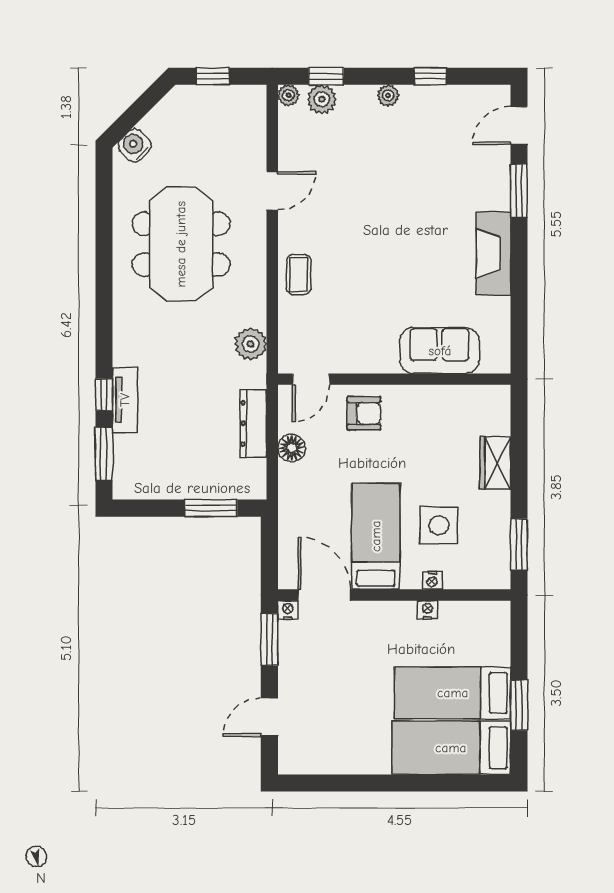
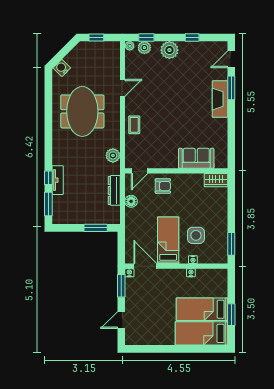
plant: (388, 95) -> (169, 50), width x1.88, depth x1.88
fireplace: (493, 254) -> (220, 99), moved
wardrobe: (495, 463) -> (216, 180), moved, turned -90

